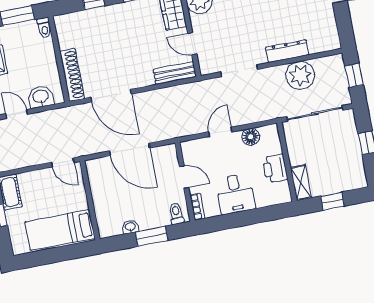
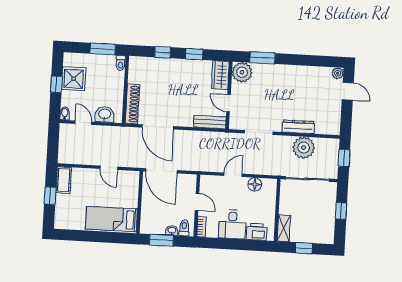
printer: (275, 169) -> (257, 232), moved, turned 90
wall: (90, 200) -> (140, 202), moved
washbasin: (130, 227) -> (172, 230), moved
bed: (60, 230) -> (112, 219), moved

